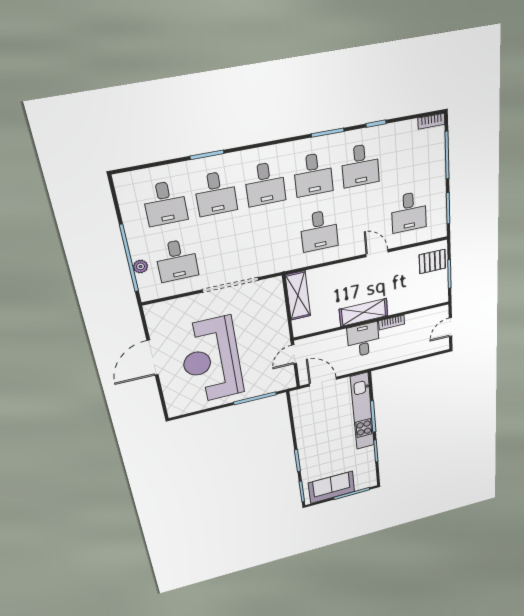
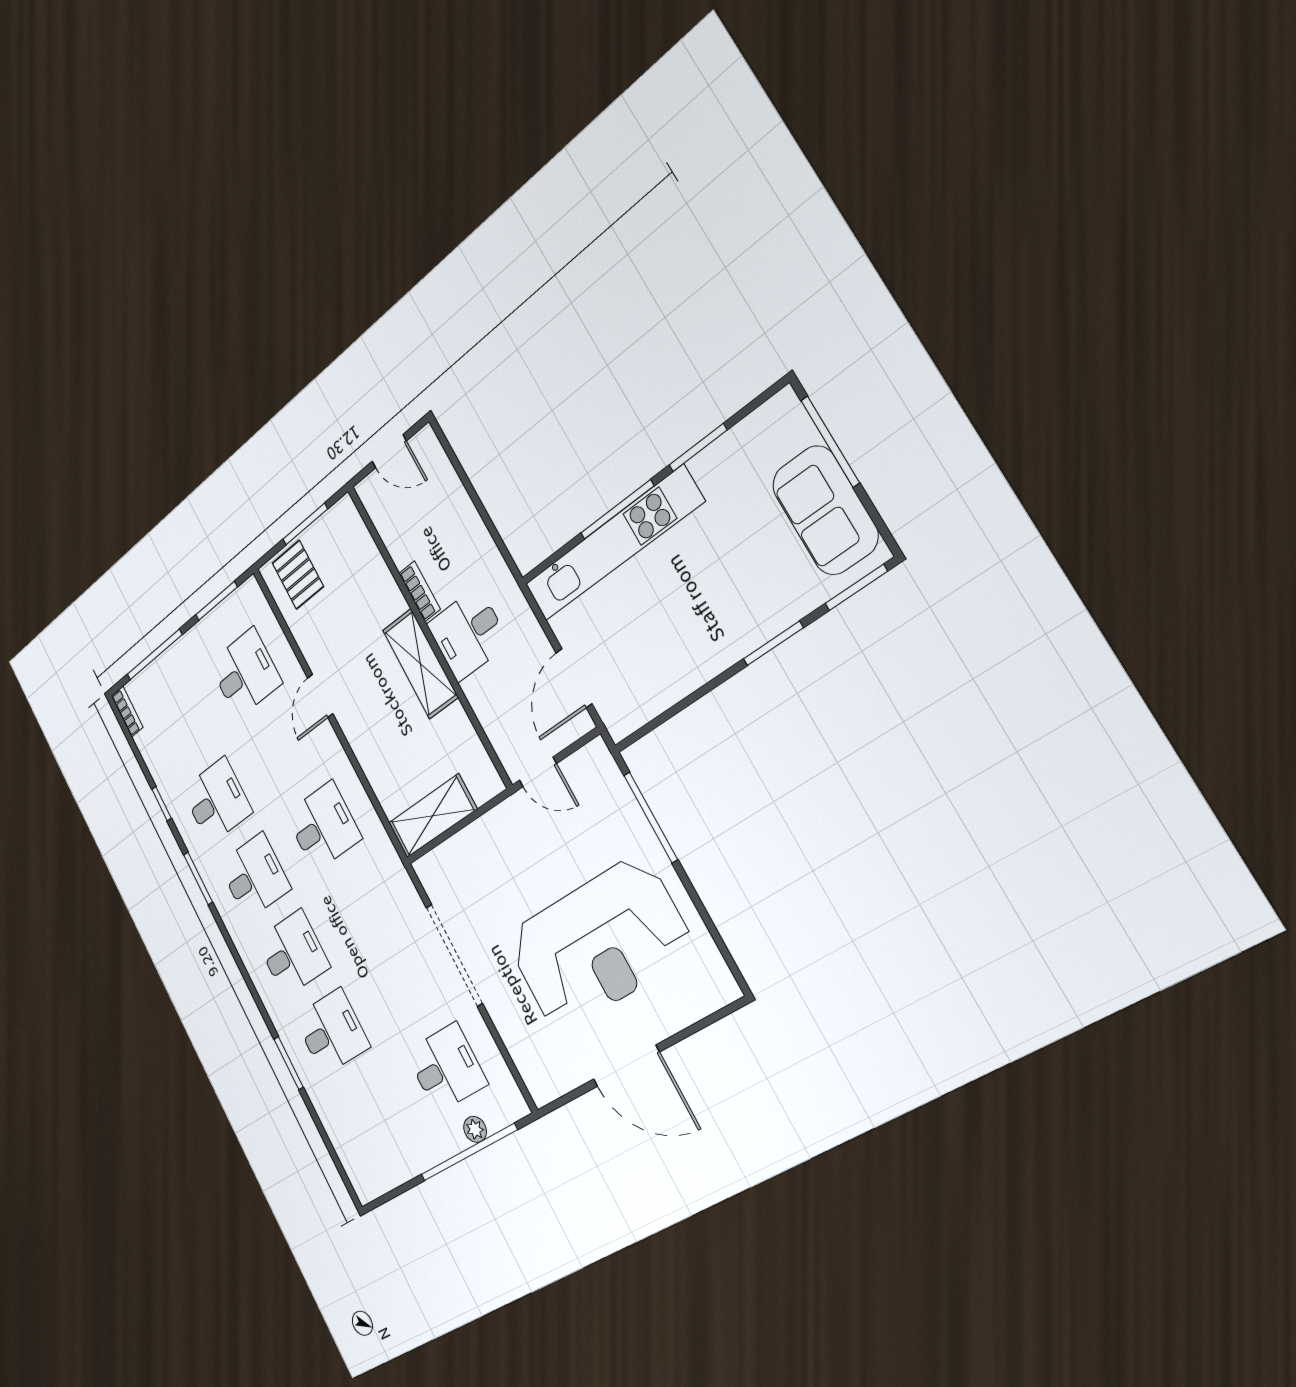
desk: (165, 203) -> (372, 1112), removed

